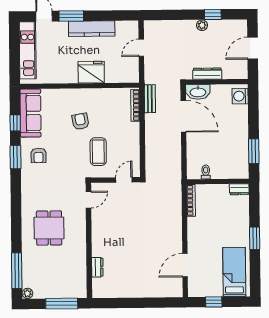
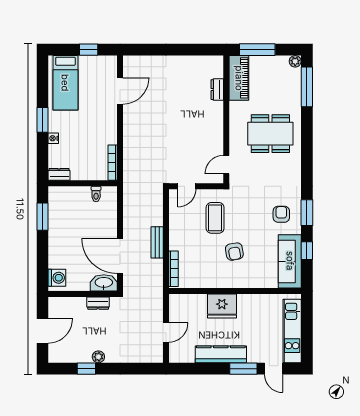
dresser: (207, 74) -> (98, 303), width x0.70
bench: (150, 99) -> (157, 242), moved
nightstand: (245, 222) -> (53, 138), added
dining table: (49, 228) -> (270, 134), width x1.38
piano: (78, 278) -> (239, 78), added

